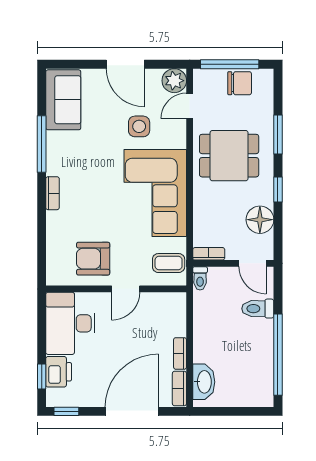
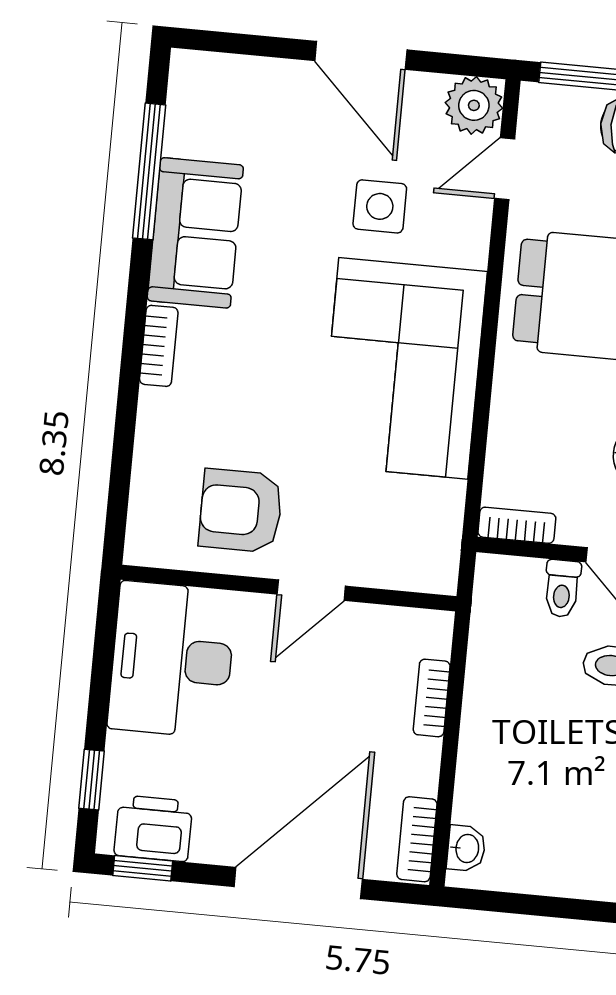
sofa: (63, 100) -> (195, 233), moved
window: (42, 144) -> (149, 171), moved
coffee table: (169, 263) -> (419, 538), removed
toilet: (200, 278) -> (562, 588), moved
bookcase: (180, 353) -> (432, 698), moved
printer: (59, 372) -> (153, 828), moved, turned -90
washbasin: (204, 382) -> (466, 848), width x0.52, depth x0.69

